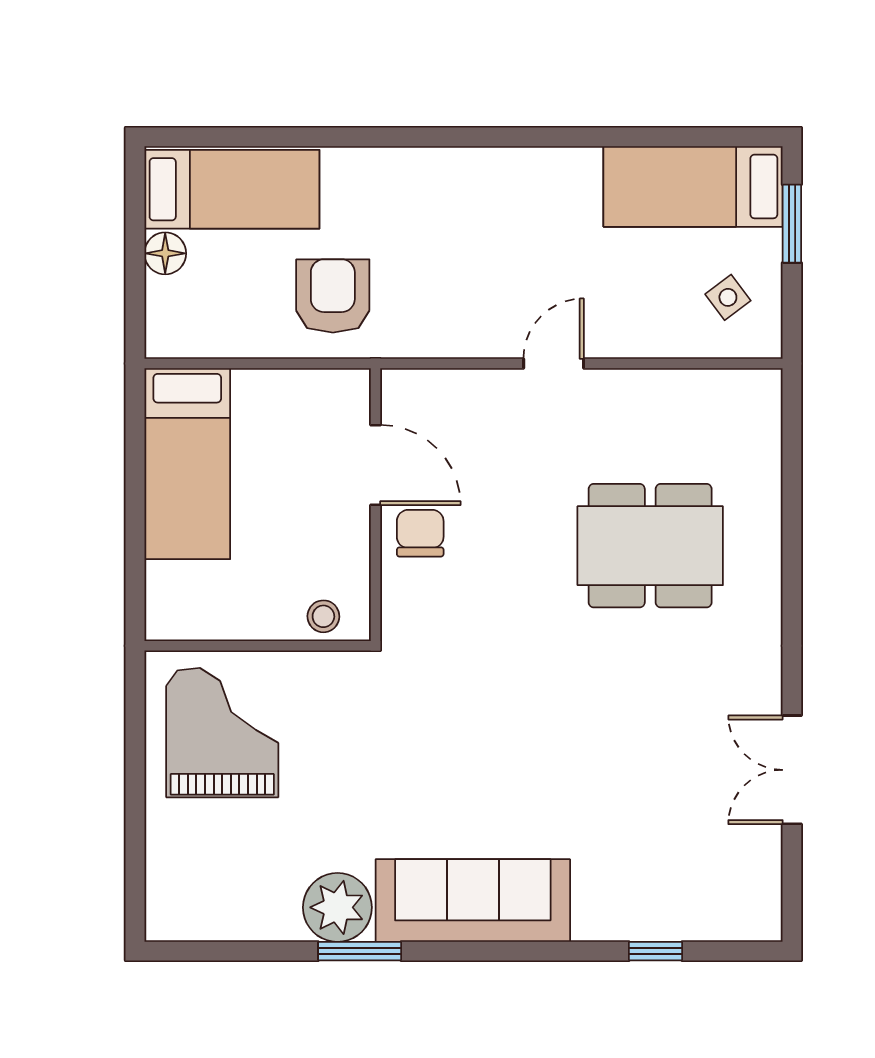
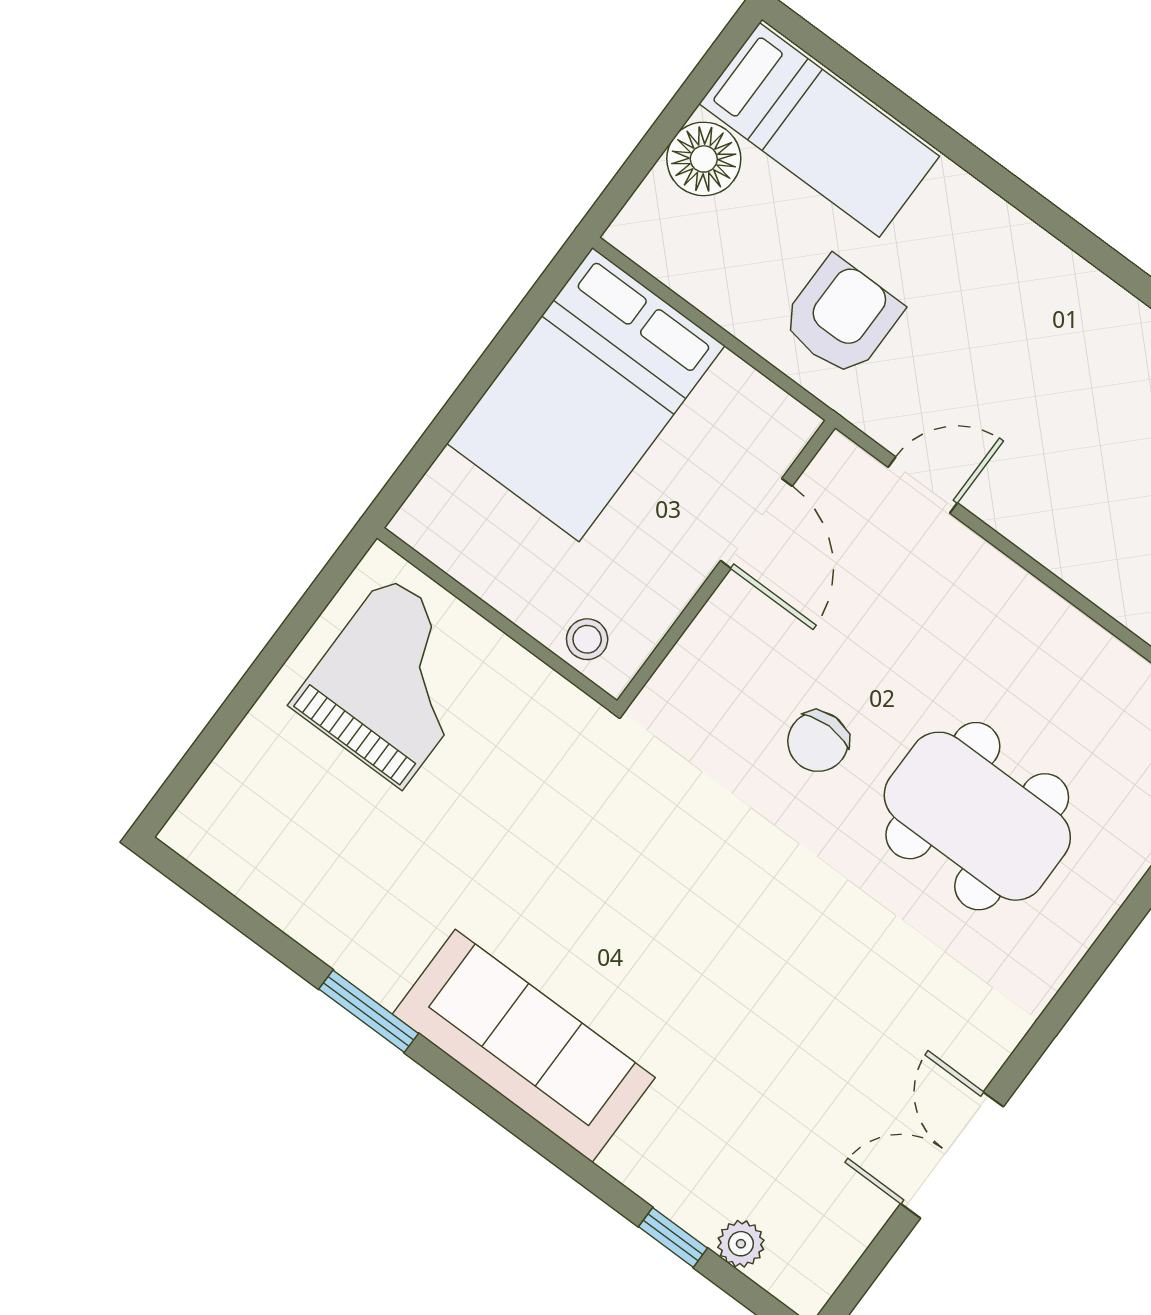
floor lamp: (165, 253) -> (704, 159), width x1.38, depth x1.38
door: (554, 364) -> (923, 485), moved
bed: (187, 464) -> (586, 394), width x1.50
chair: (420, 533) -> (818, 741), moved, turned 180
plant: (337, 907) -> (741, 1244), moved, width x0.53, depth x0.53

